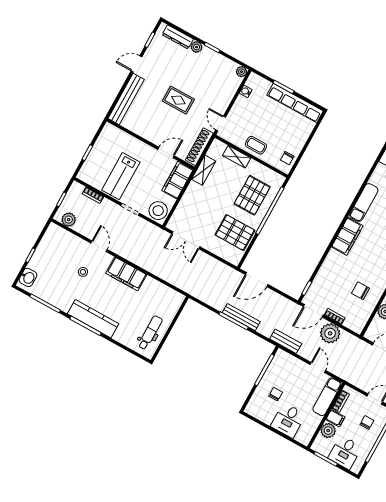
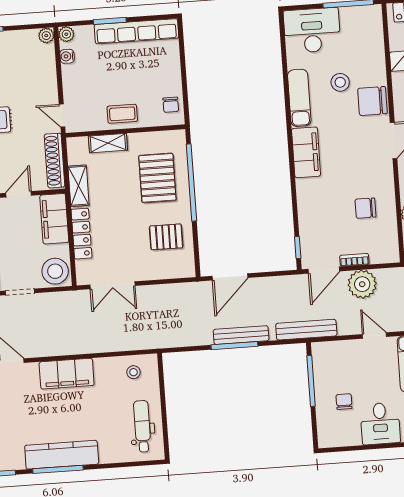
plant: (254, 78) -> (66, 34), added
locker: (187, 199) -> (81, 234), added
pallet: (235, 233) -> (166, 237), width x0.67, depth x0.71
stool: (83, 272) -> (134, 372), moved
bench: (286, 341) -> (306, 330), width x1.36

